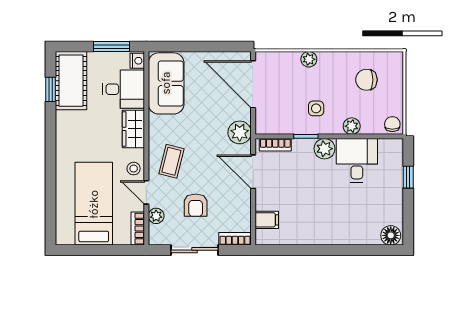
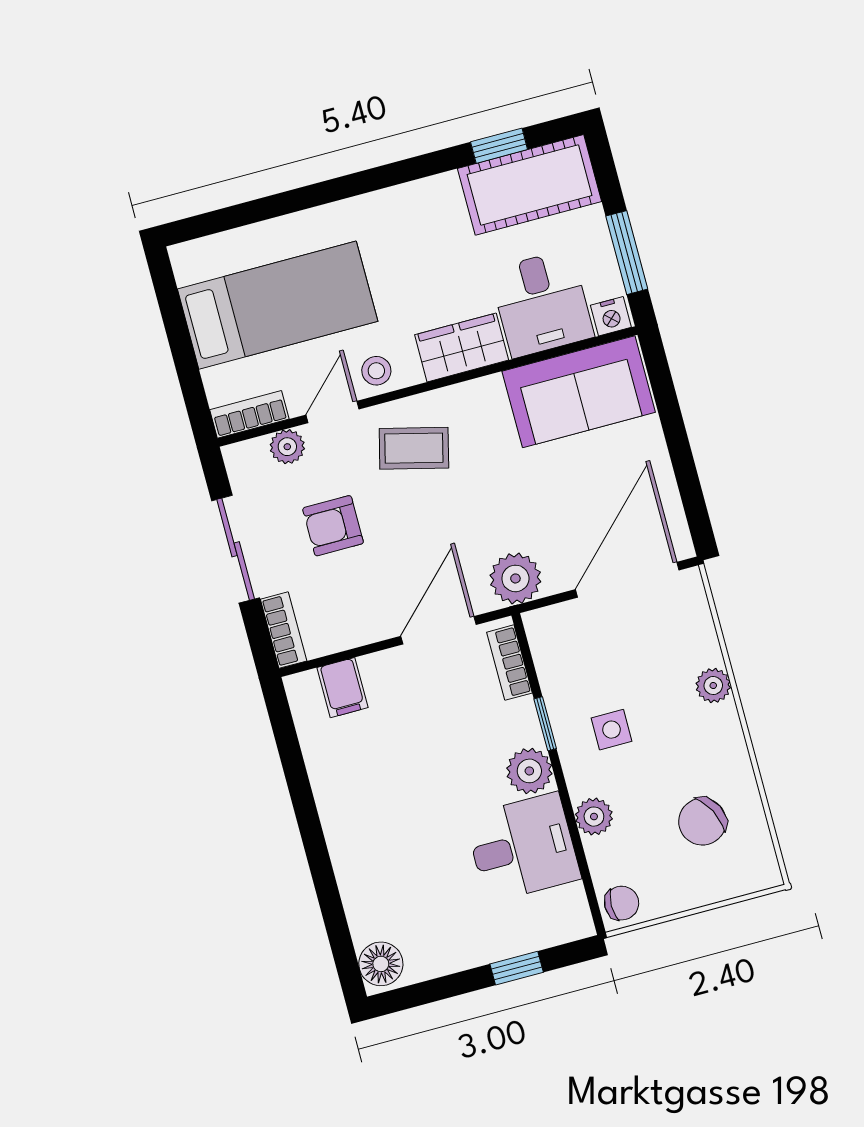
chair: (366, 80) -> (702, 822), turned -117

